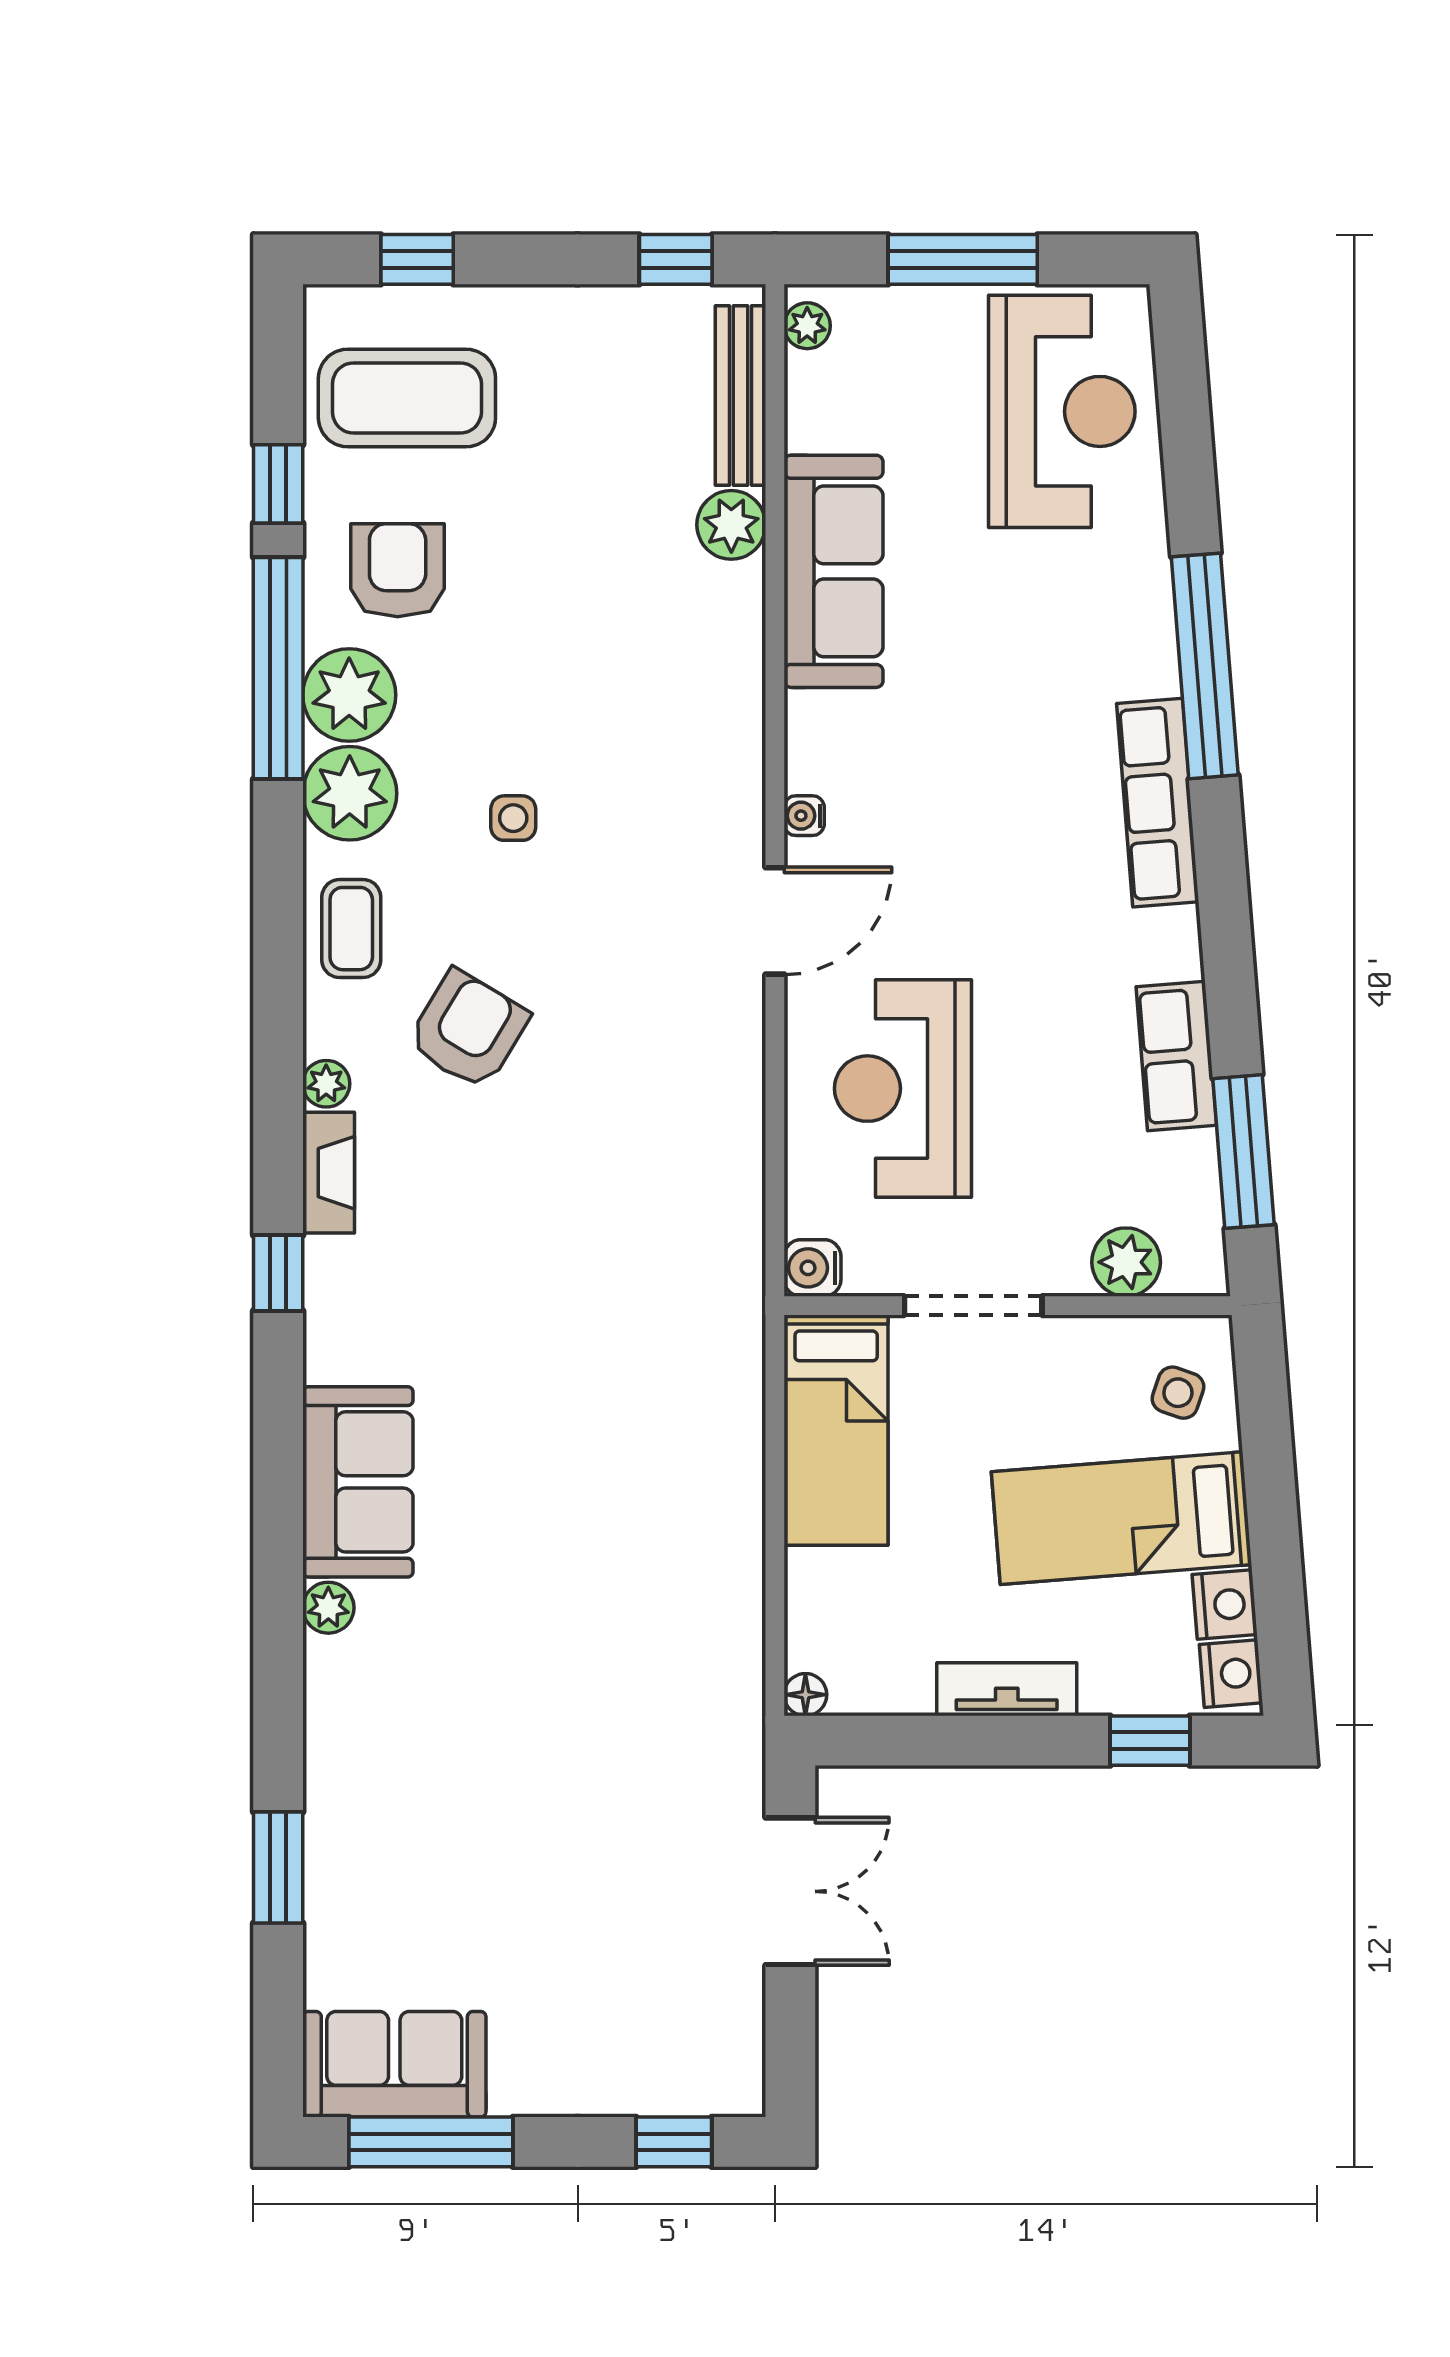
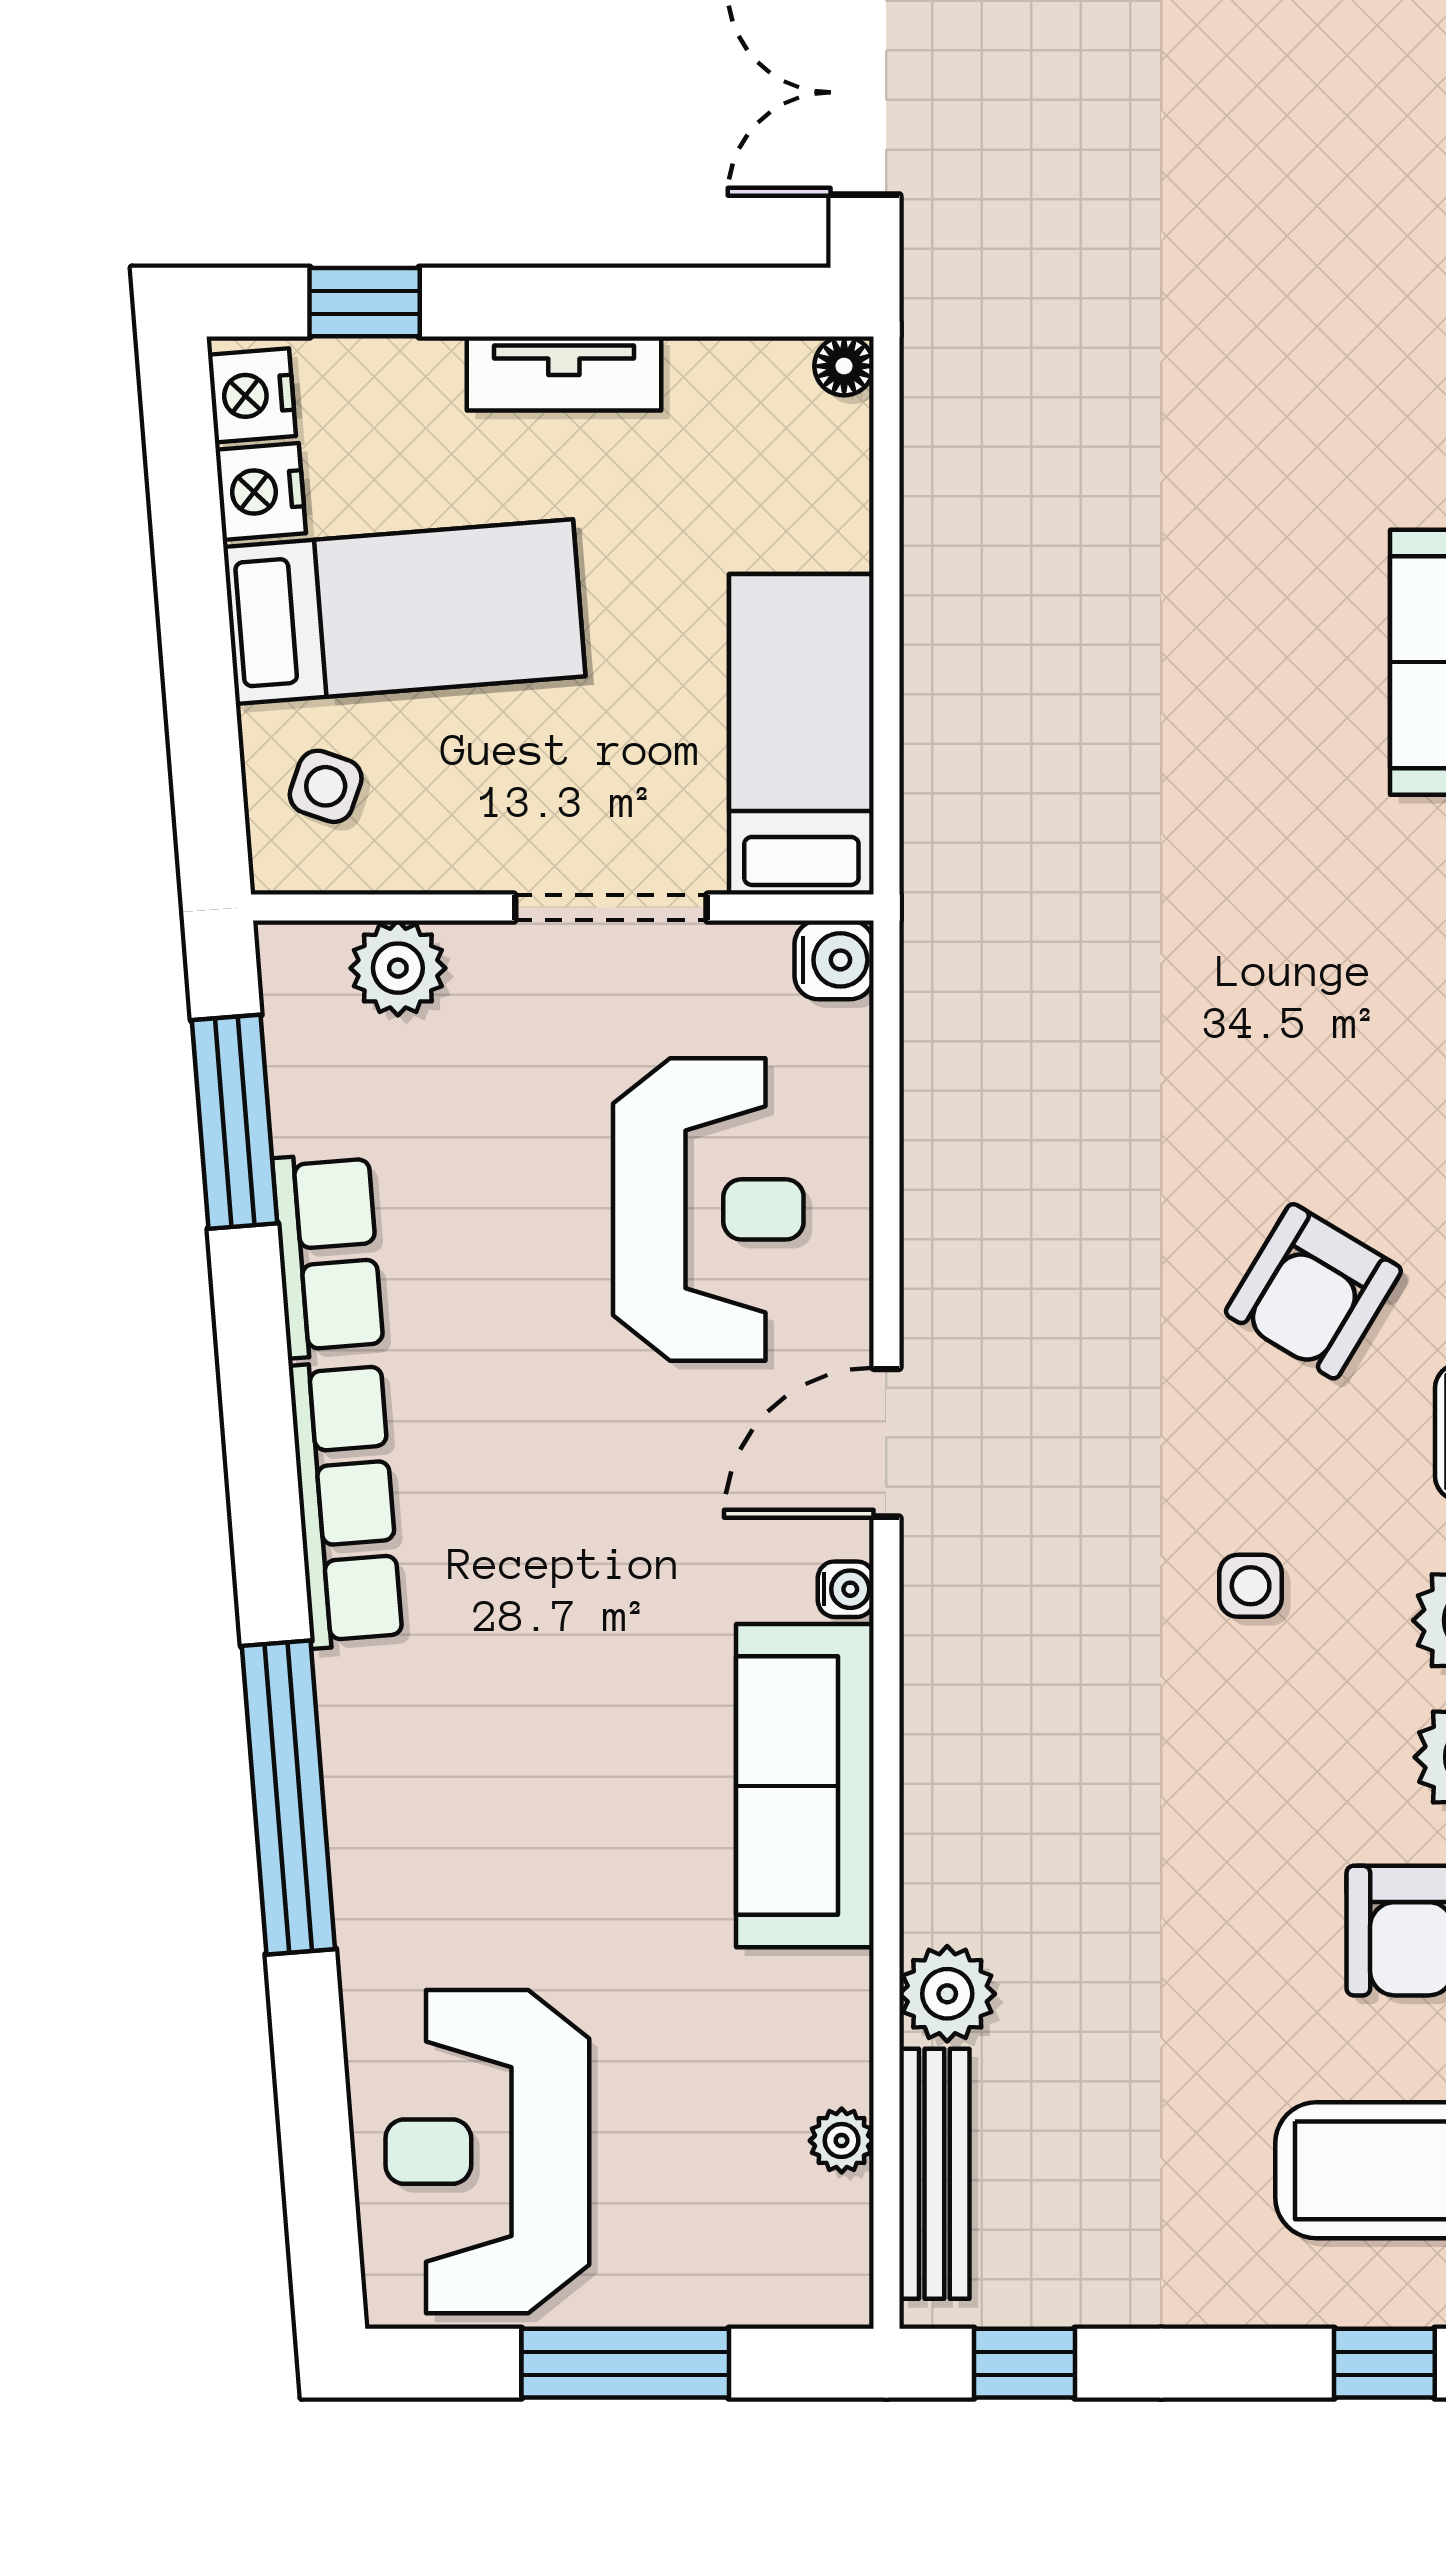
plant: (807, 326) -> (842, 2141), moved
sofa: (834, 571) -> (805, 1786), moved
row of seats: (1158, 803) -> (346, 1504), moved

